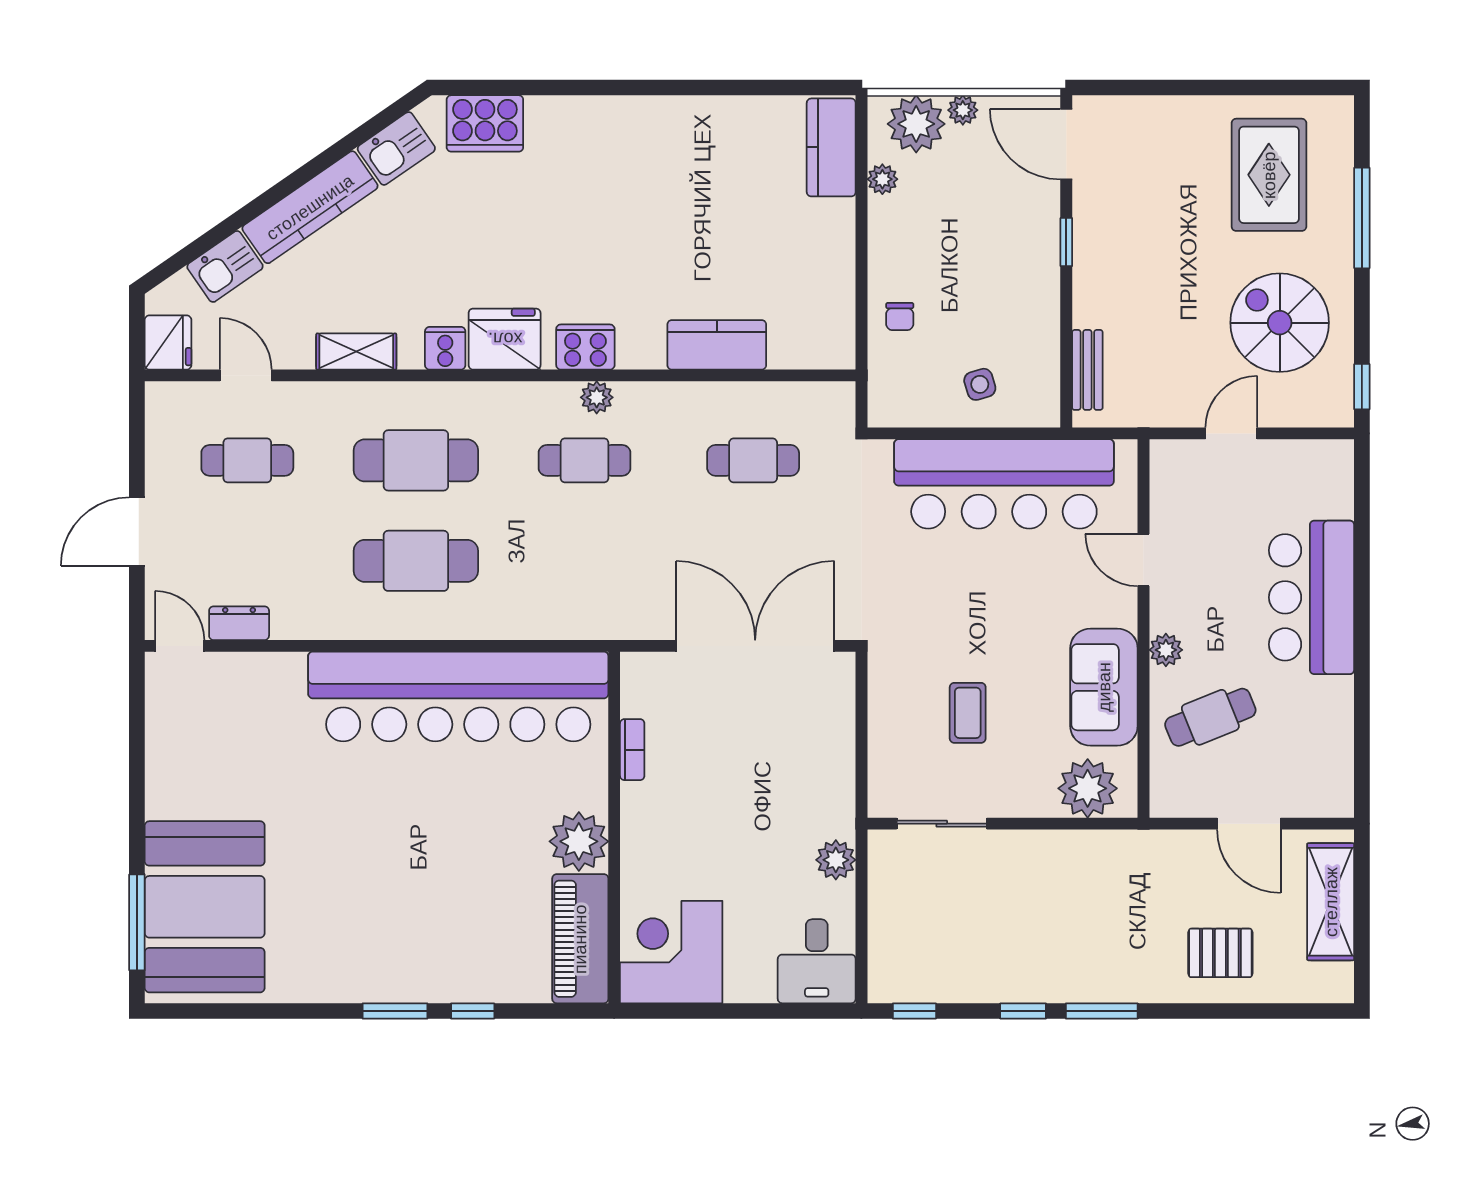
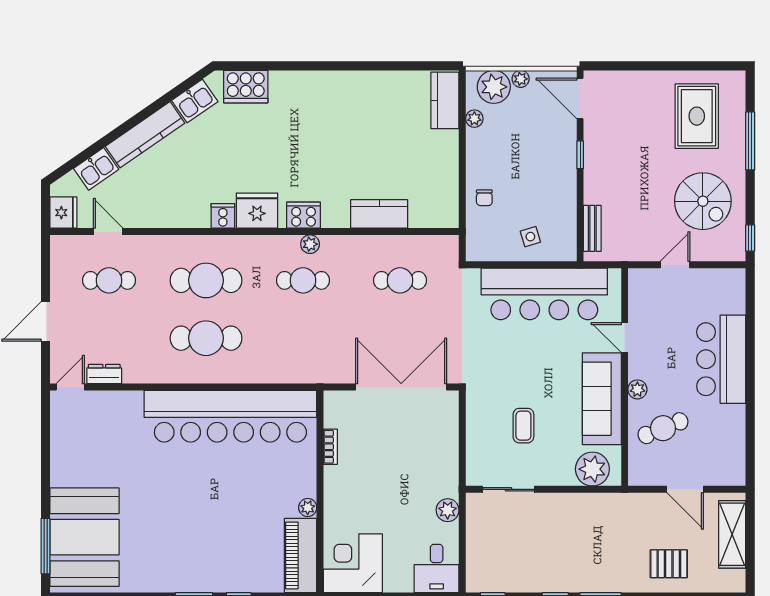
spiral stairs: (1280, 323) -> (703, 201), turned 180
shelving: (356, 352) -> (172, 218), removed
door: (180, 646) -> (70, 387), hinge flipped
sofa: (1104, 687) -> (602, 399), width x1.36
plant: (579, 841) -> (308, 508), width x0.53, depth x0.53

